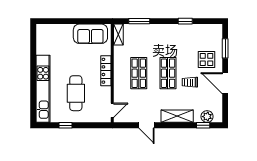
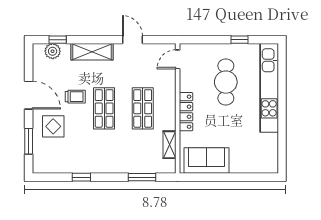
shelving: (118, 35) -> (170, 145), moved

